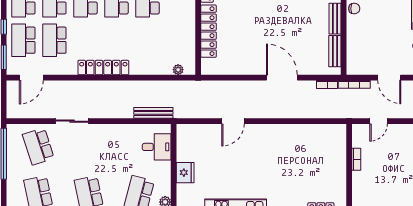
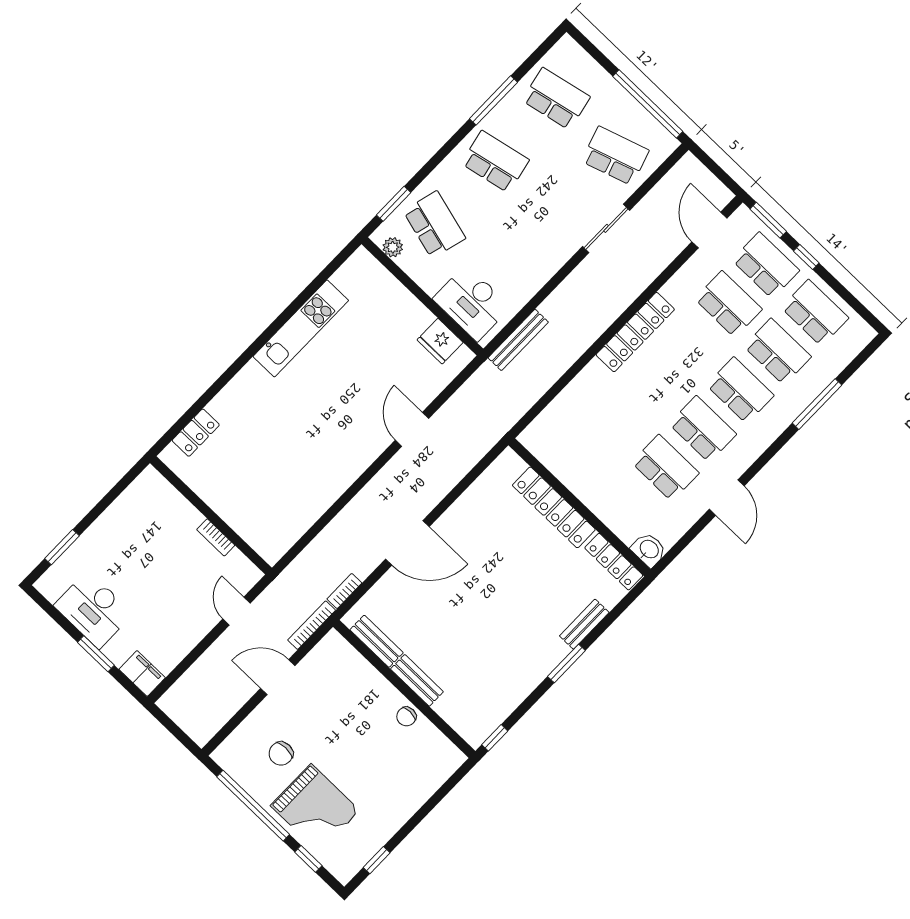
plant: (178, 70) -> (542, 423), removed
desk: (157, 147) -> (472, 303), width x1.37
fridge: (185, 173) -> (440, 341), moved

